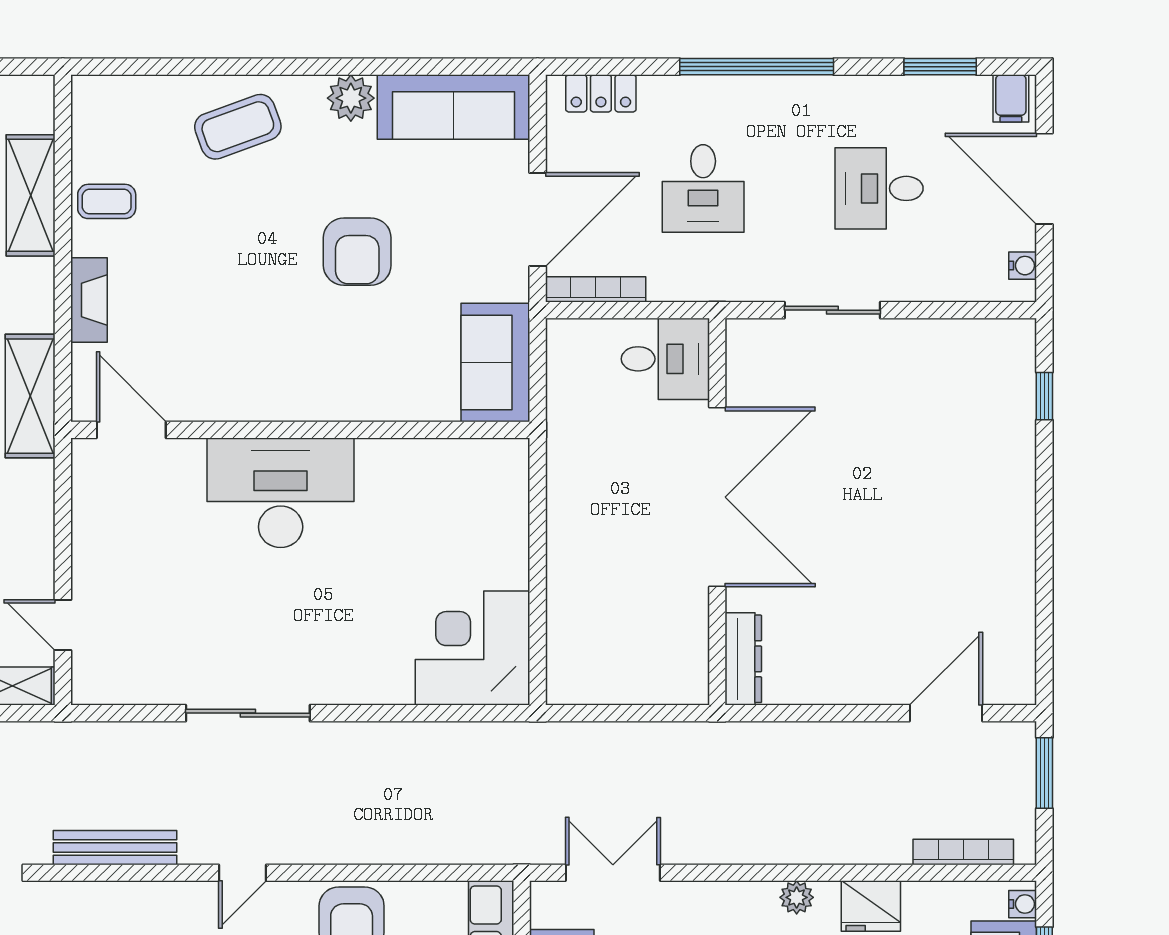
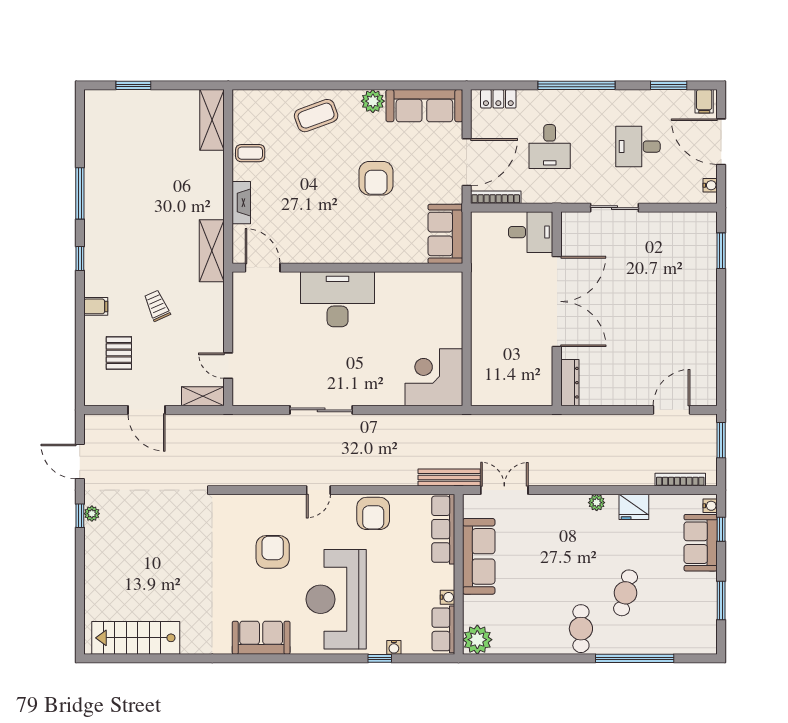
shelving: (31, 195) -> (212, 120), moved
window: (1044, 396) -> (721, 251), width x1.50
bench: (115, 848) -> (449, 477), moved

